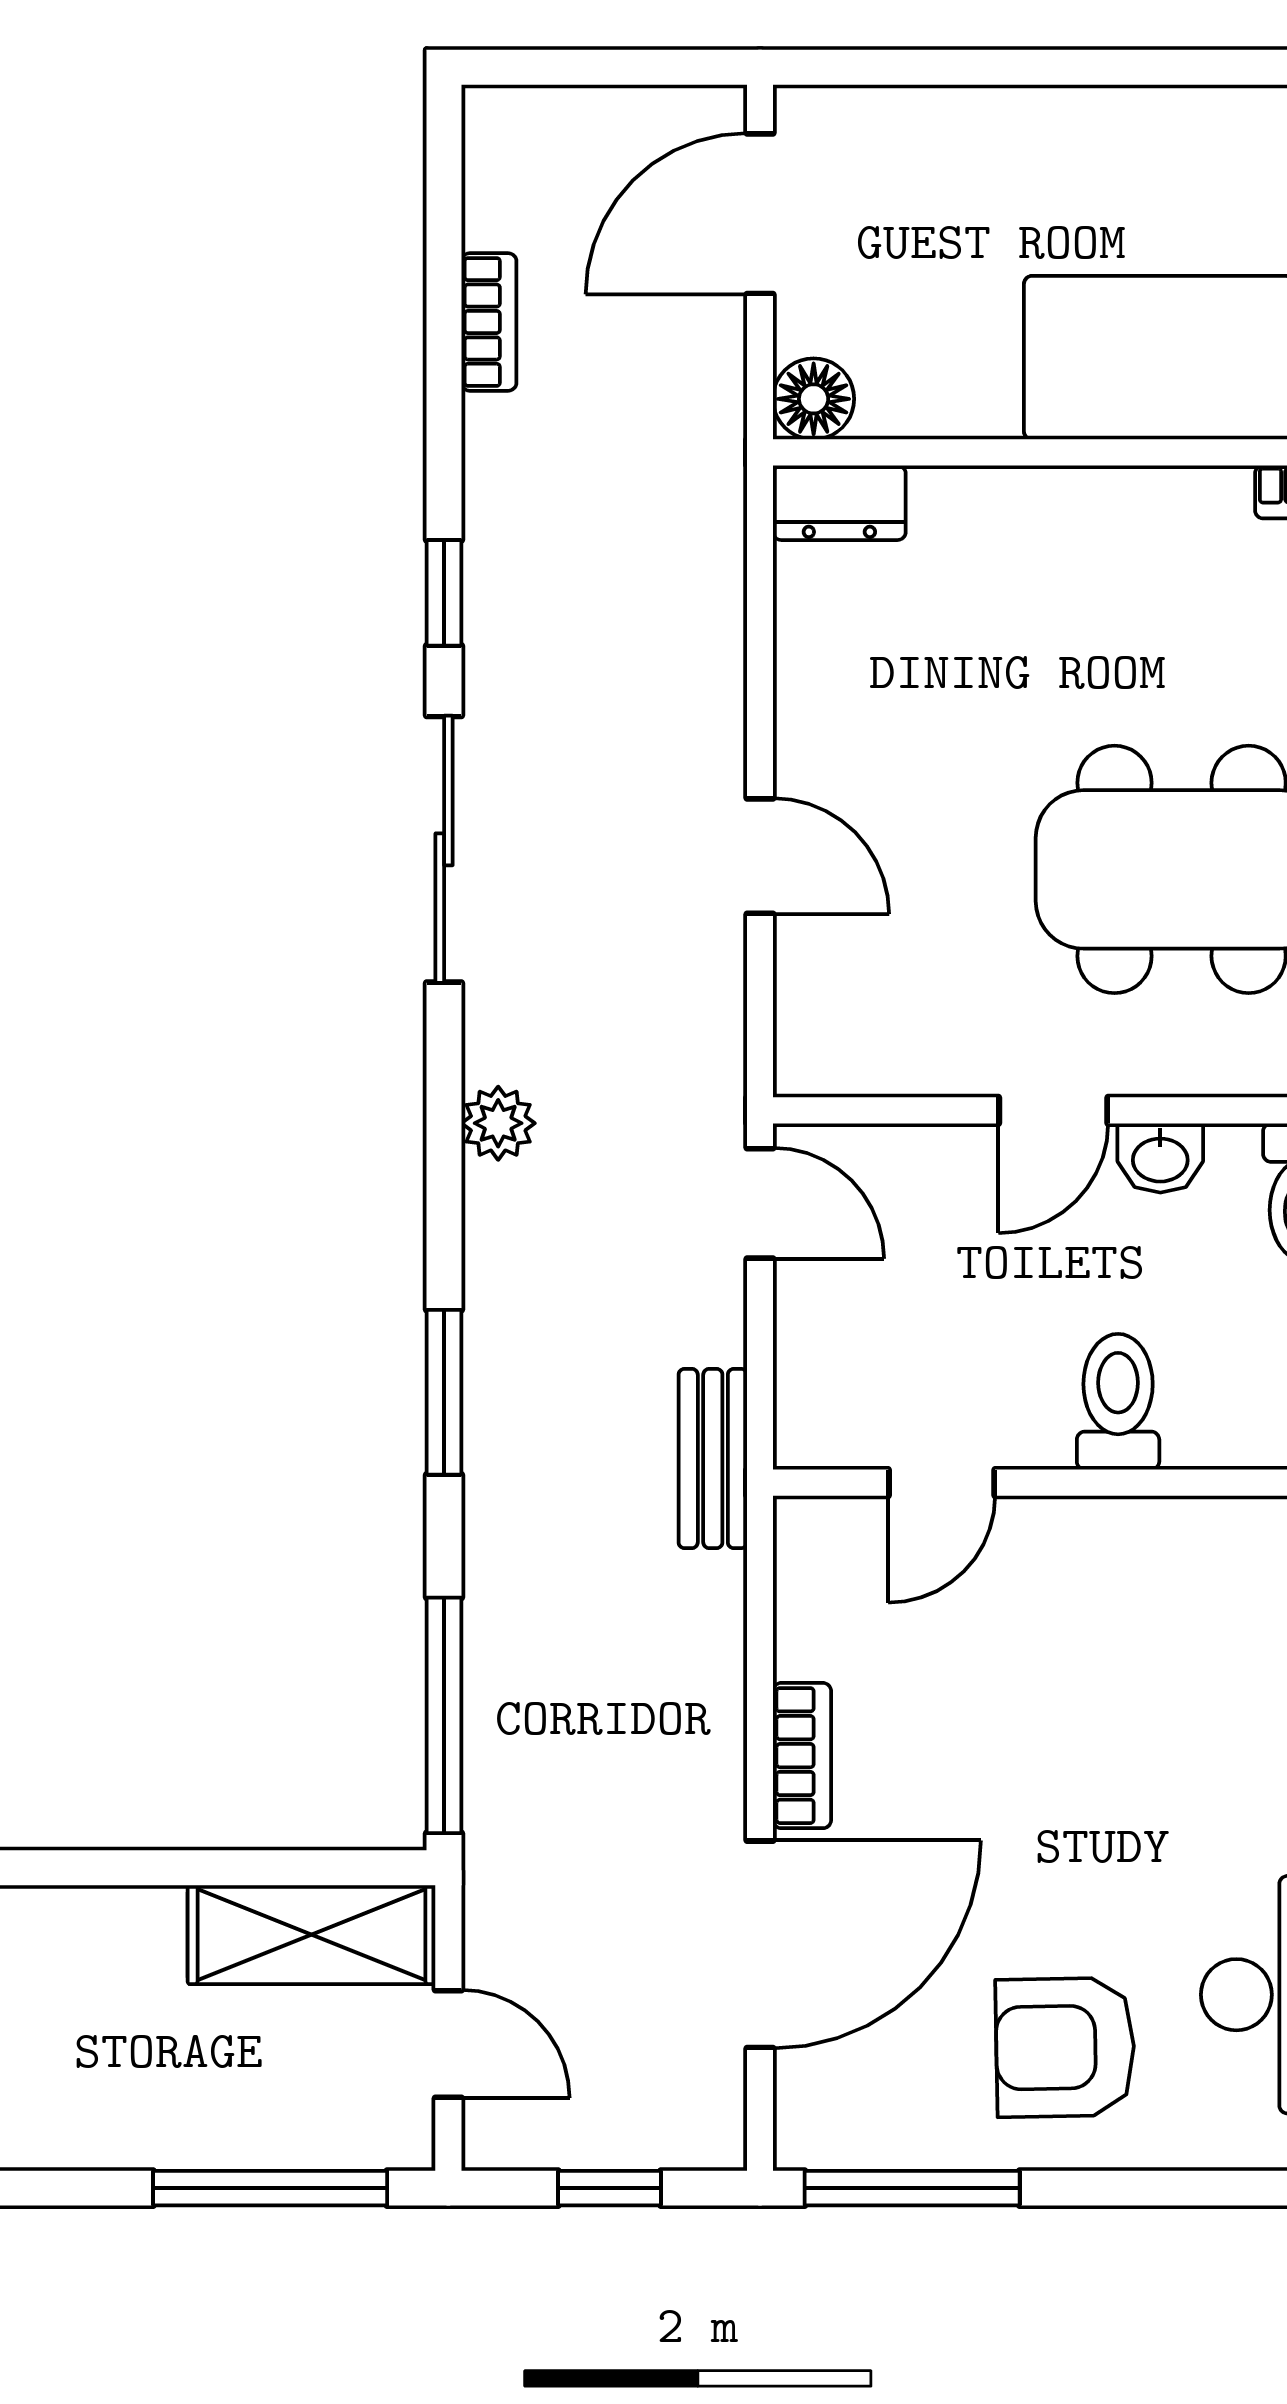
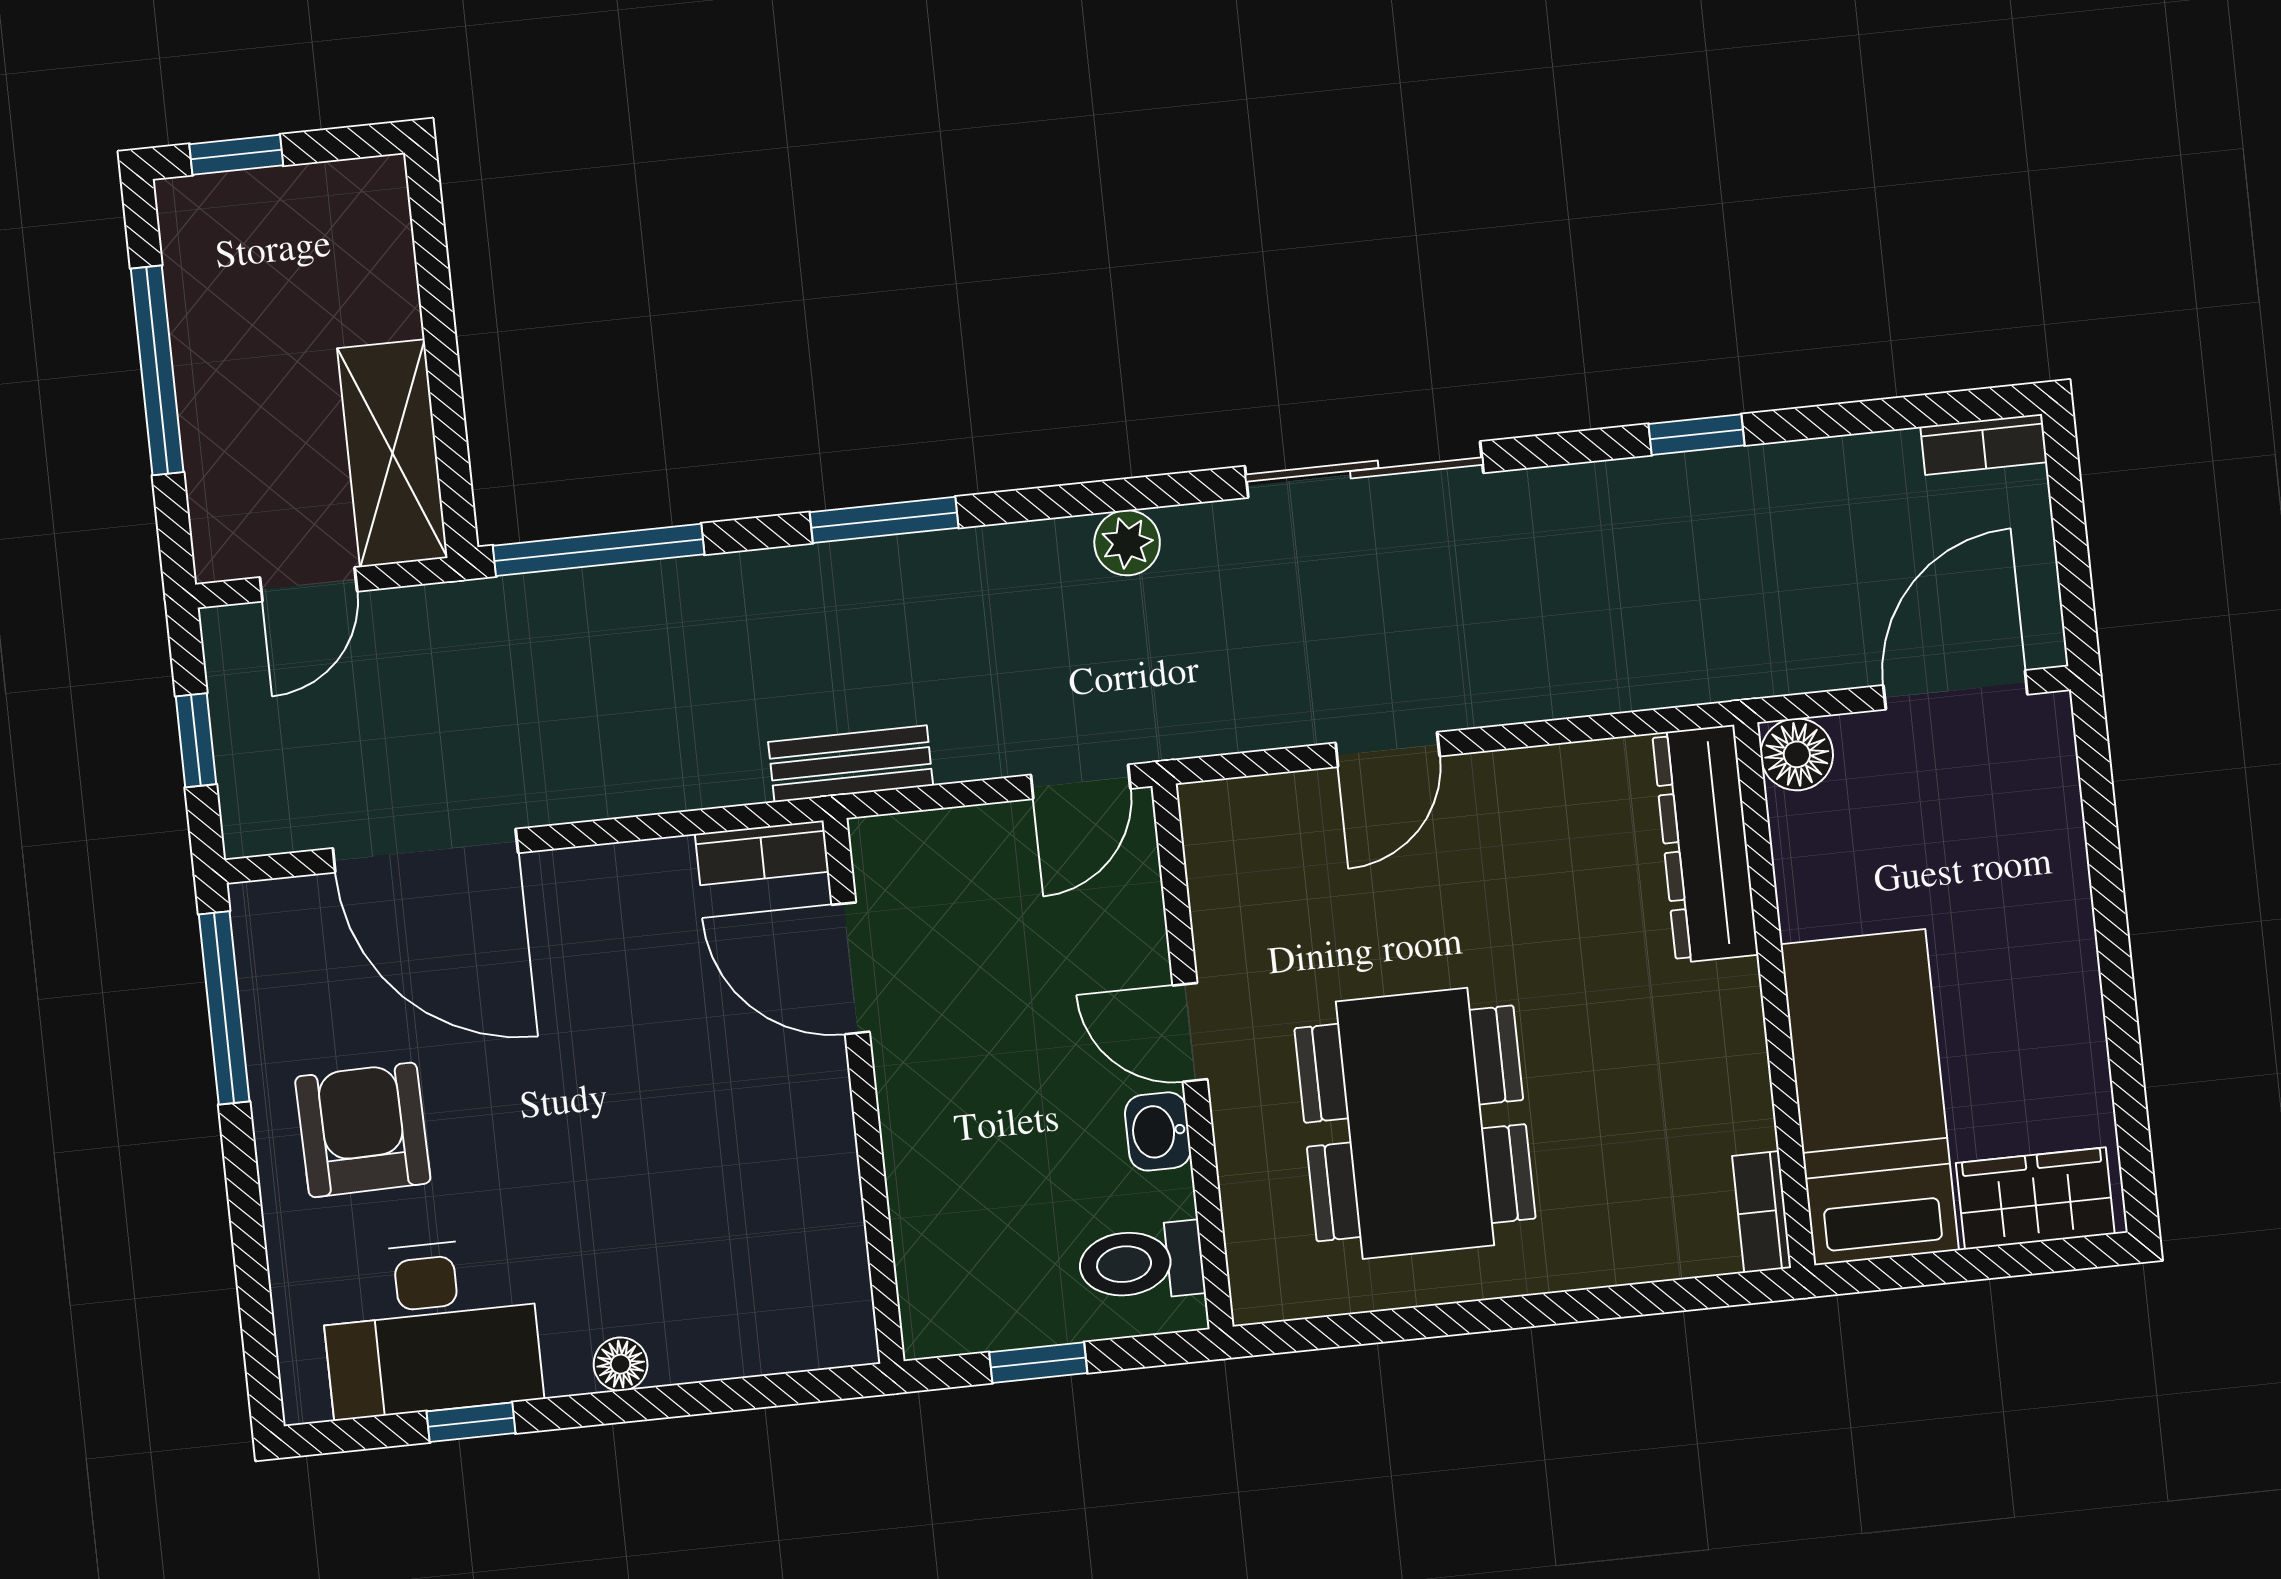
door: (760, 214) -> (1955, 690), hinge flipped
bookcase: (489, 322) -> (1984, 444), moved
dresser: (839, 503) -> (1705, 844), width x1.96, depth x1.24
window: (444, 593) -> (1696, 435), moved
toilet: (1118, 1402) -> (938, 1117), removed
door: (942, 1483) -> (851, 968), width x1.38
bookcase: (802, 1756) -> (762, 853), moved
window: (270, 2188) -> (157, 370), moved

